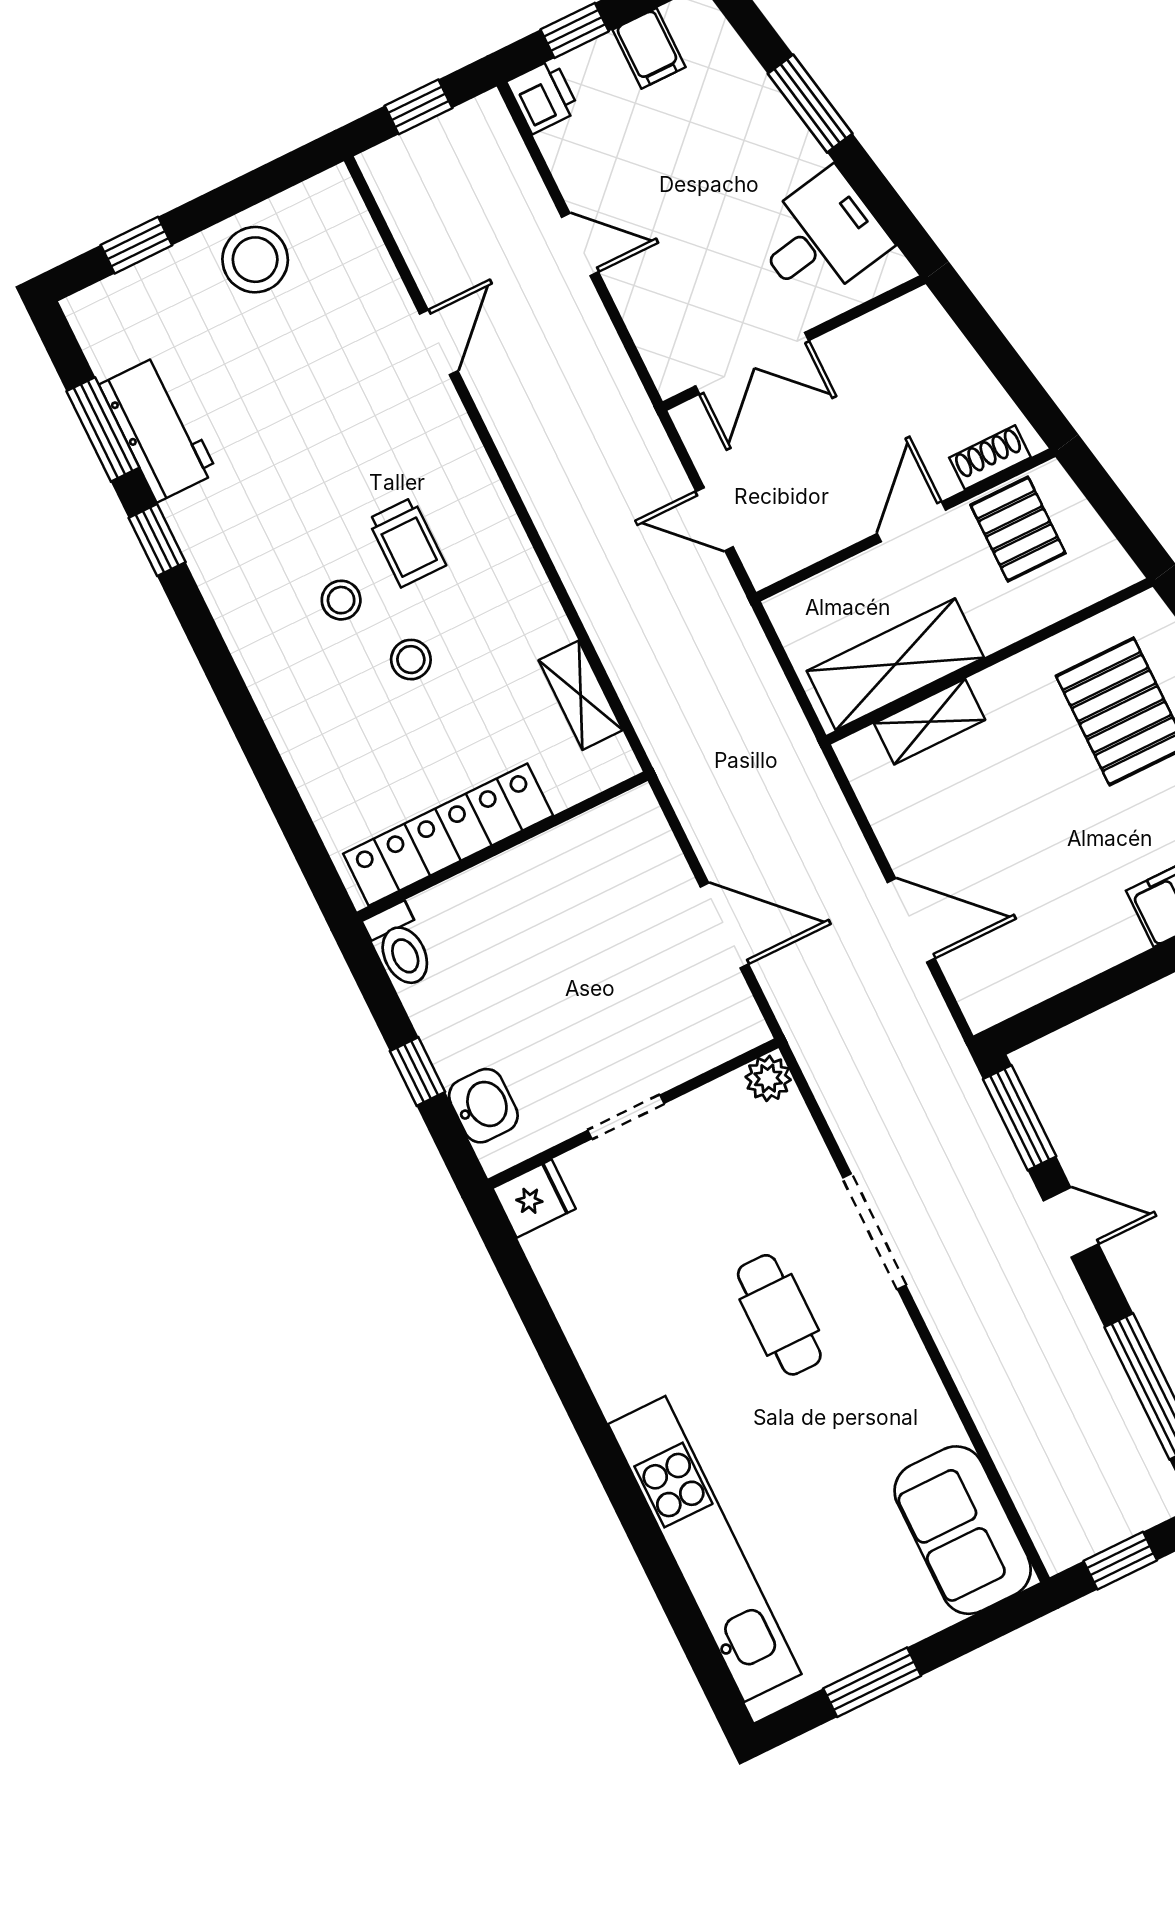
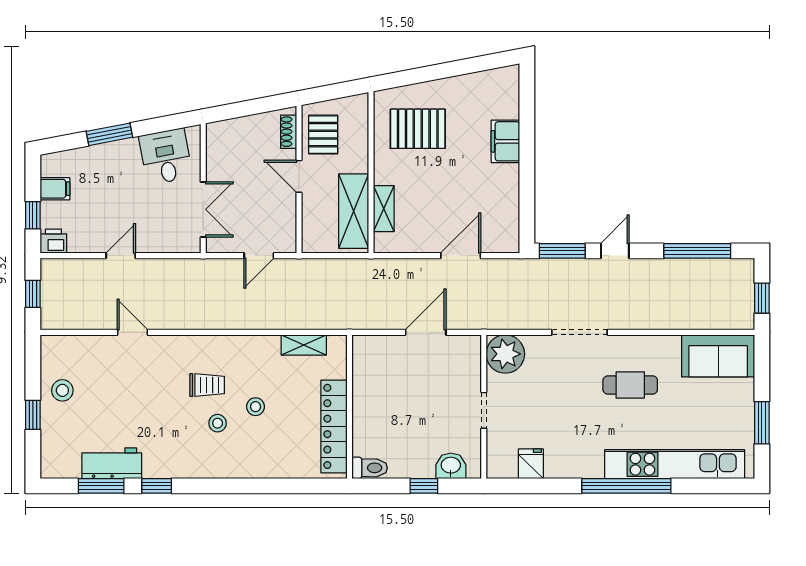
window: (136, 245) -> (33, 415), moved
stool: (255, 260) -> (62, 390), width x0.73, depth x0.73
pallet: (1018, 529) -> (323, 135), turned 90
plant: (768, 1078) -> (505, 354), width x1.88, depth x1.88
fridge: (534, 1199) -> (531, 464), moved
cafe table: (779, 1315) -> (630, 385), moved
window: (615, 1474) -> (626, 486), added

